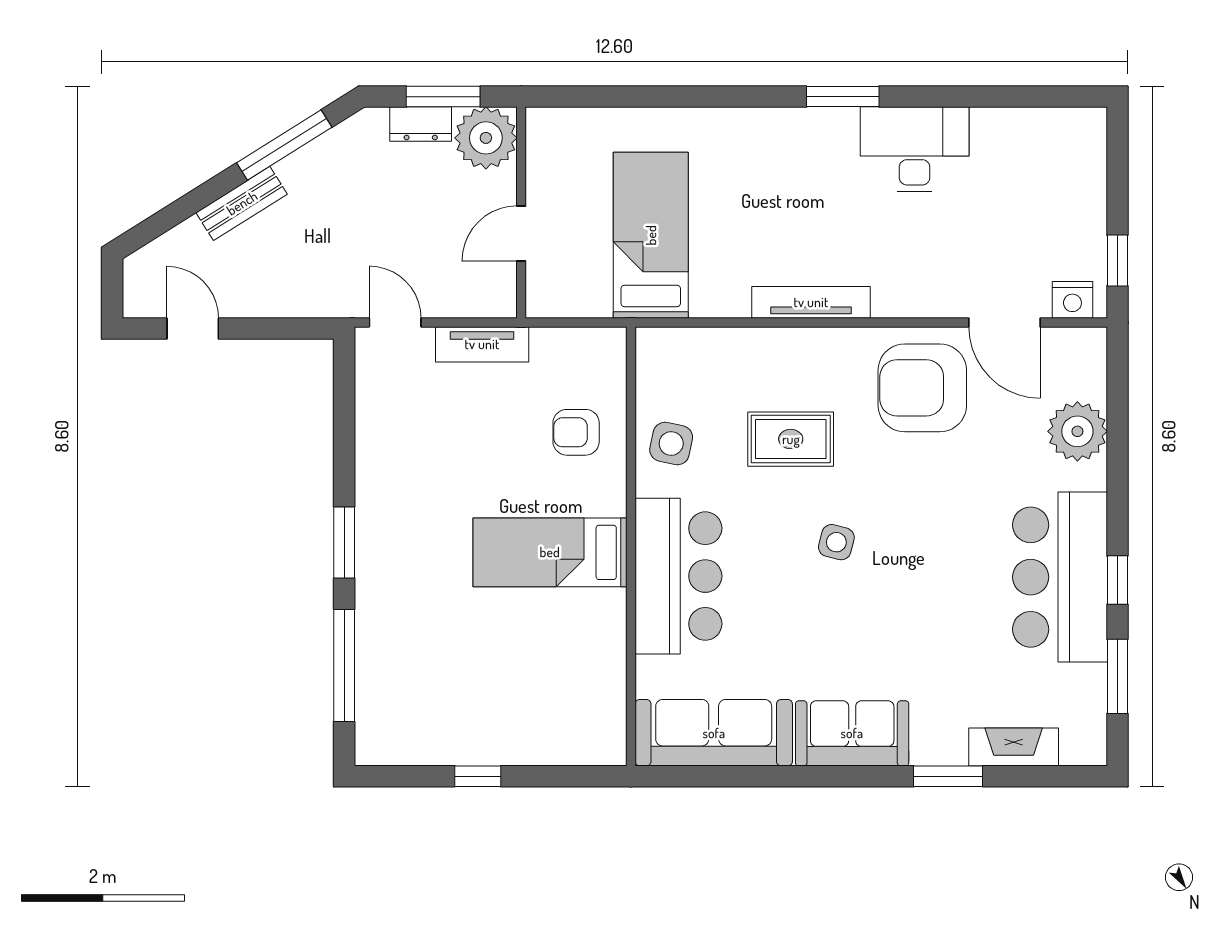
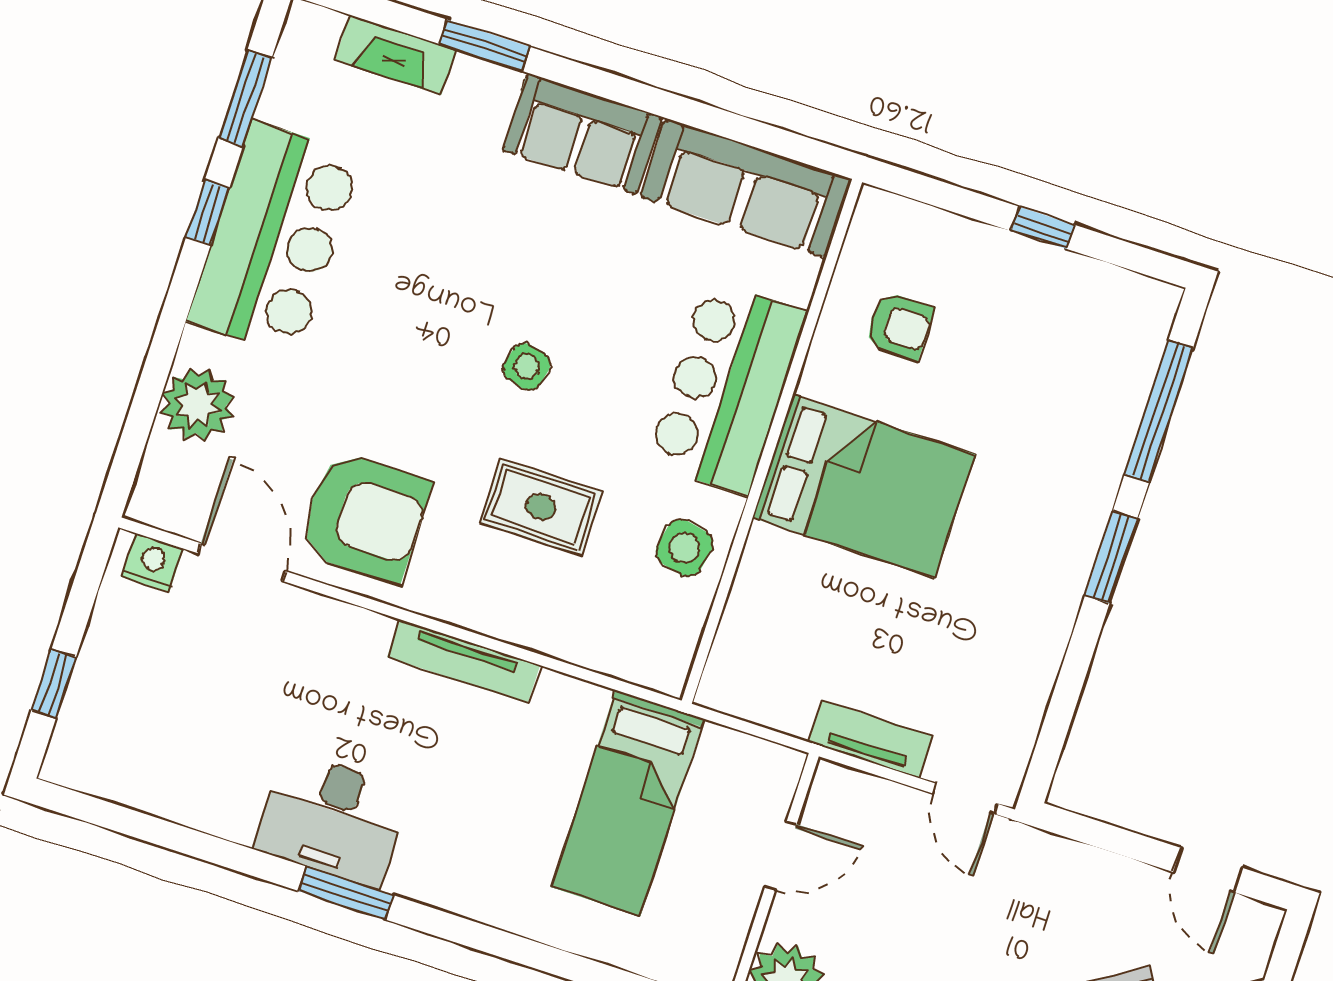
desk: (915, 149) -> (332, 819), moved
window: (1117, 260) -> (54, 684), moved
armchair: (576, 432) -> (899, 326), moved
bed: (550, 552) -> (864, 486), width x1.50

